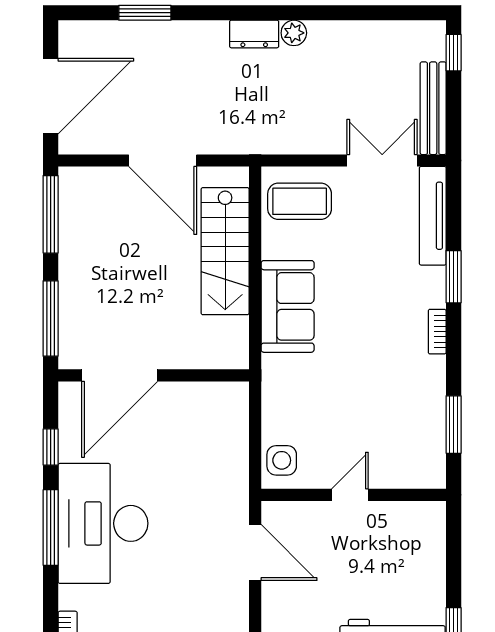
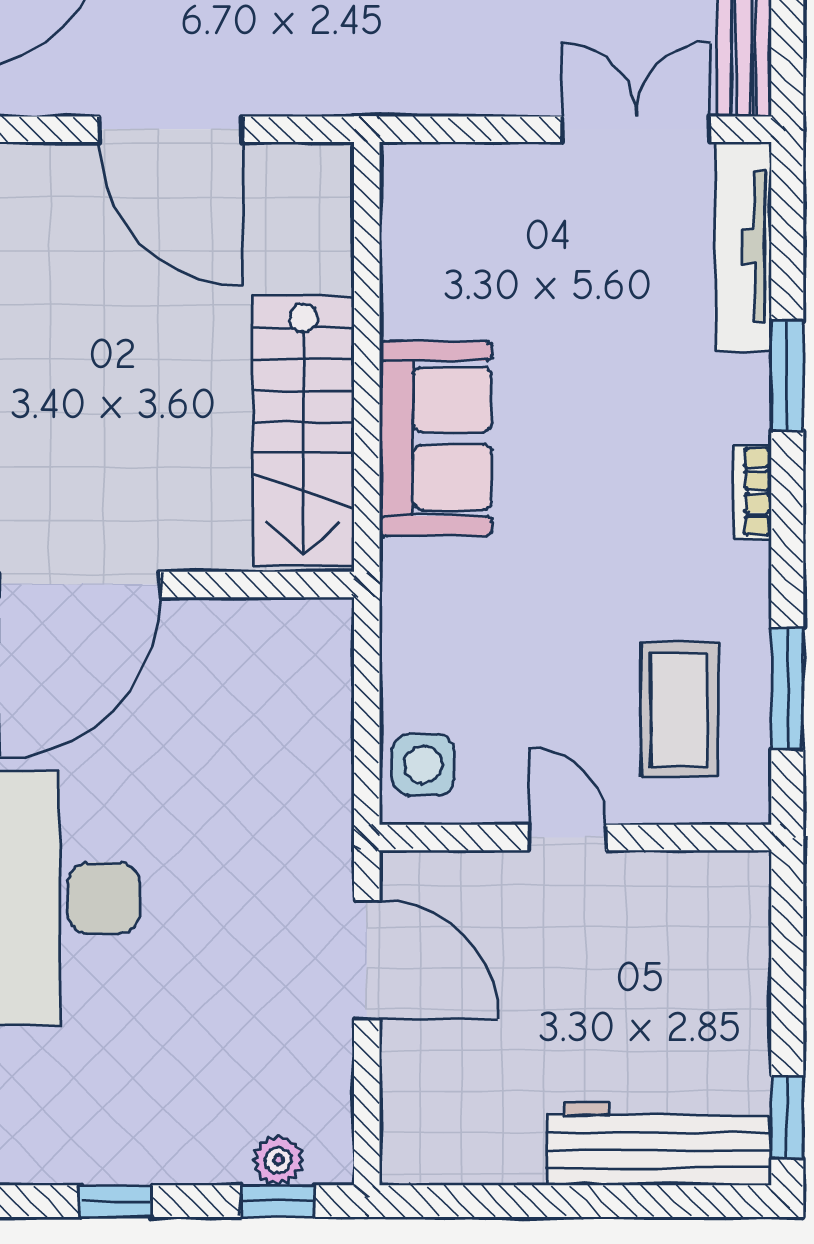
coffee table: (300, 201) -> (679, 710), moved, turned 90
stairs: (225, 251) -> (303, 431), moved
door: (350, 495) -> (568, 838), hinge flipped

